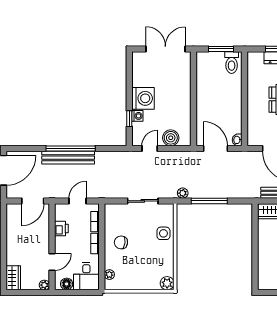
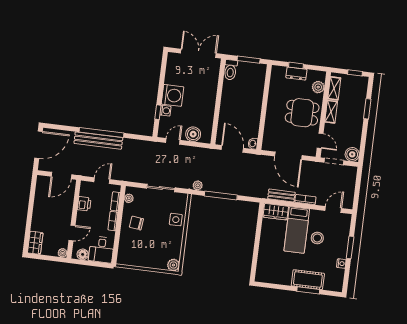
toilet: (232, 63) -> (231, 70), moved
plant: (109, 275) -> (129, 198), moved

